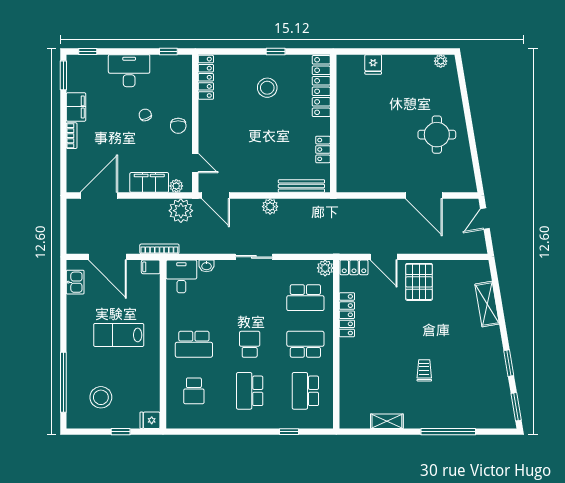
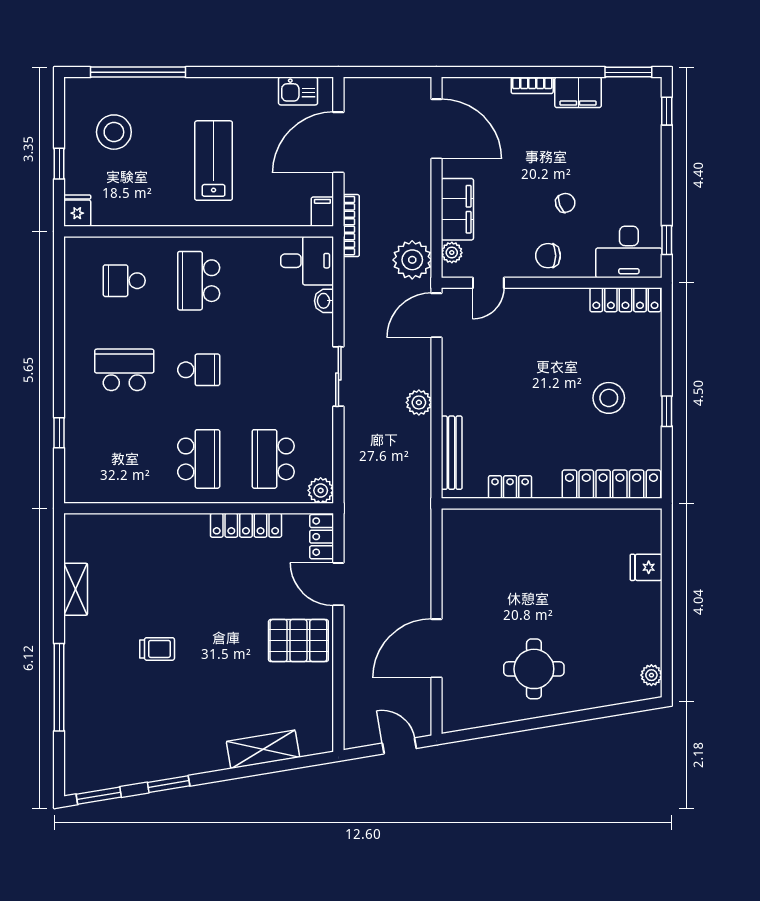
desk: (129, 71) -> (629, 252), moved, turned 90
door: (384, 257) -> (338, 584), hinge flipped
school desk: (305, 391) -> (124, 459), removed

